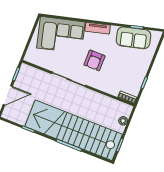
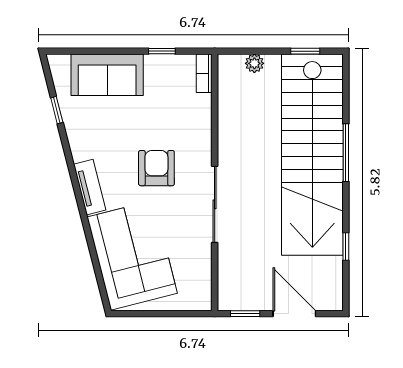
sofa: (134, 38) -> (107, 75), moved, turned 104
armchair: (94, 60) -> (156, 168), turned -90

